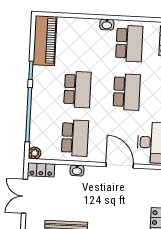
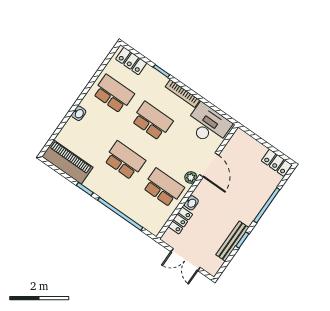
washbasin: (107, 25) -> (79, 113), moved
plant: (35, 153) -> (191, 177), moved
door: (120, 165) -> (209, 165), swing flipped
locker: (41, 170) -> (180, 220), moved

